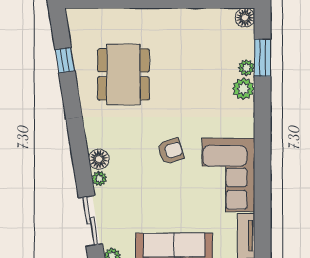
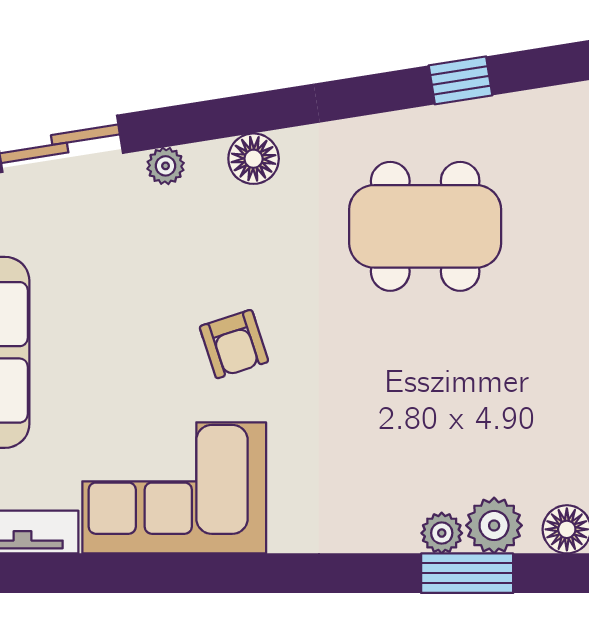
plant: (243, 89) -> (494, 525), moved
floor lamp: (99, 159) -> (254, 159), moved

